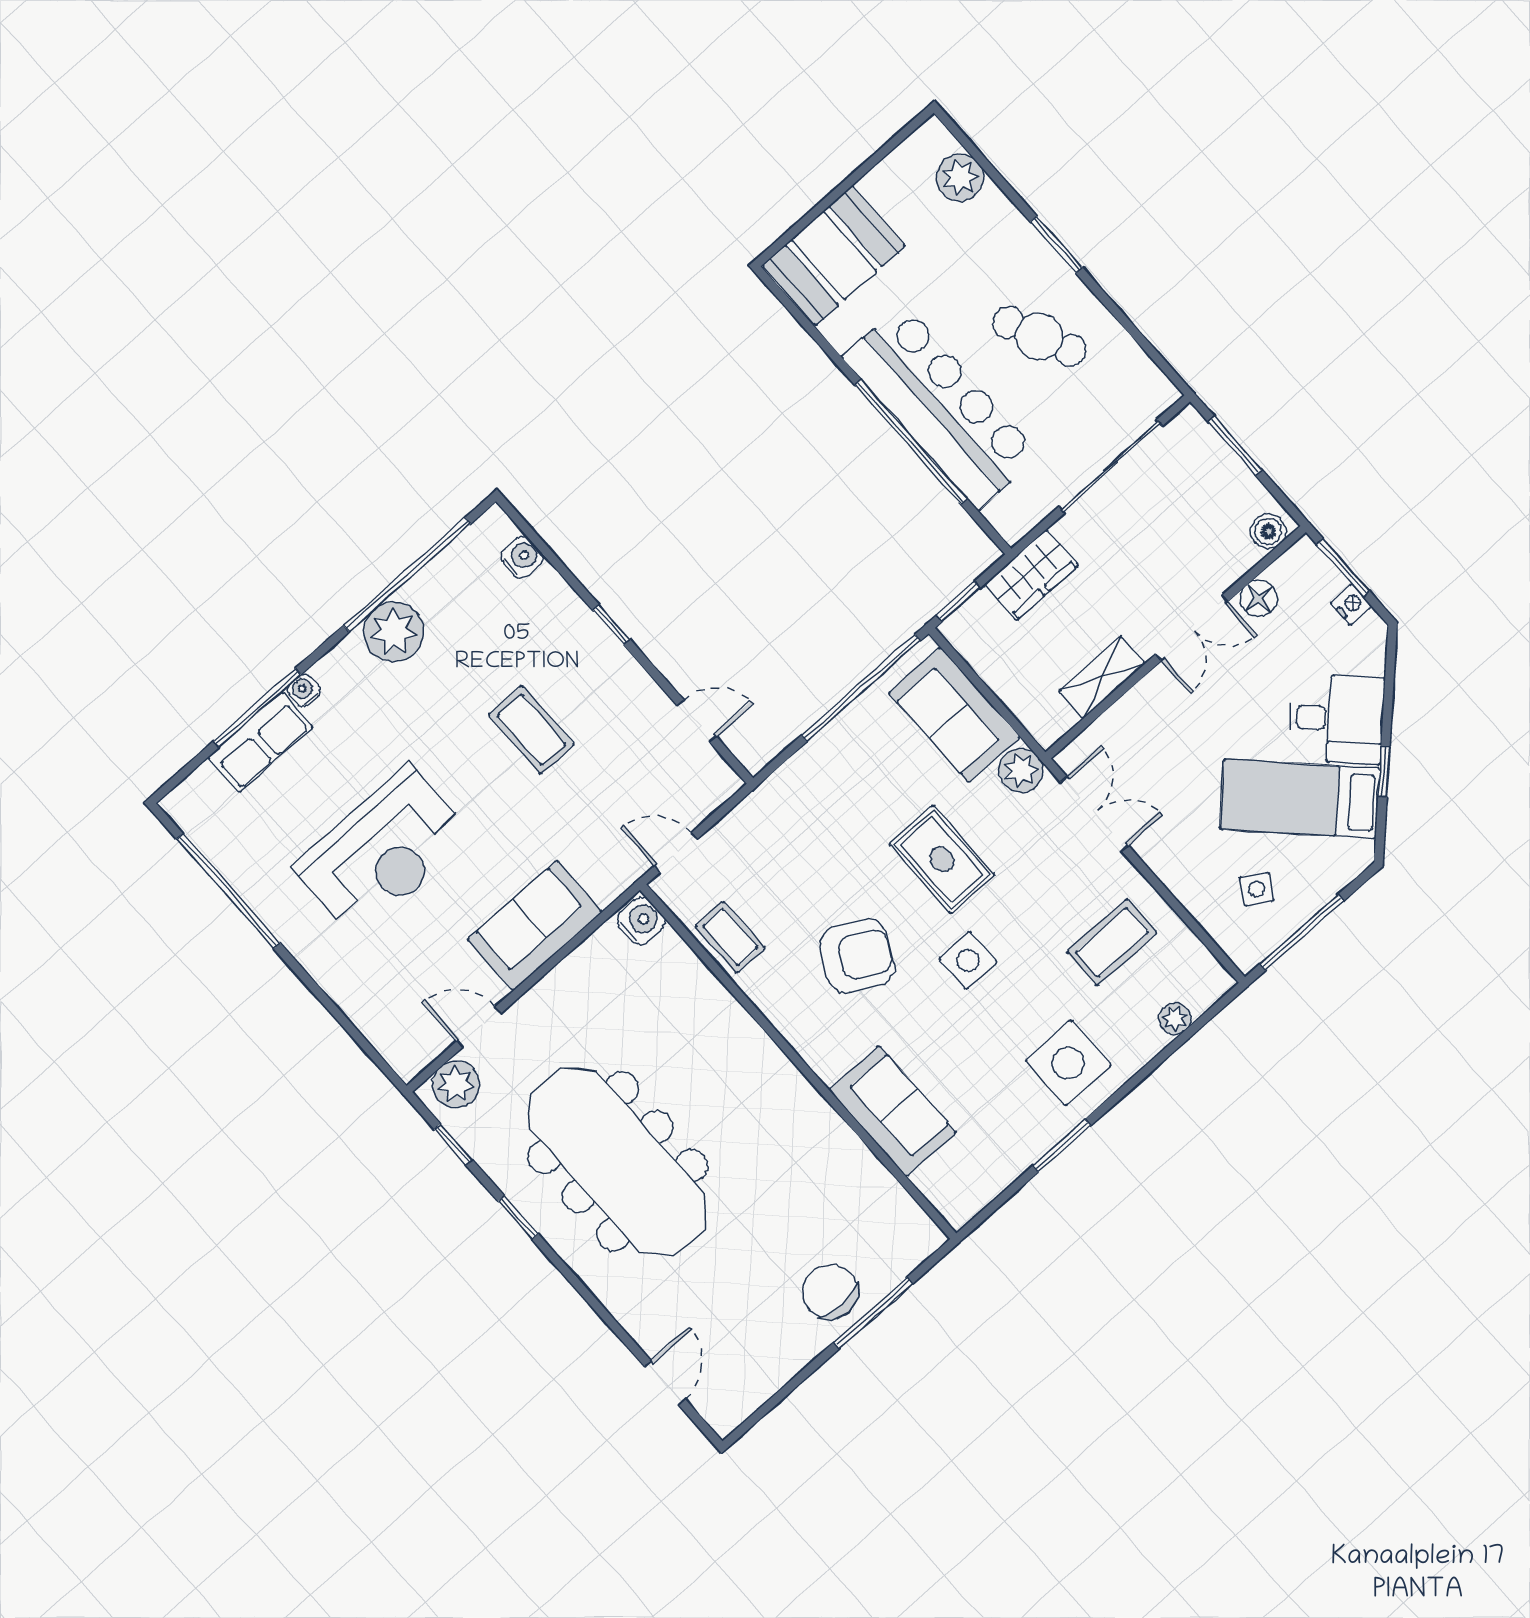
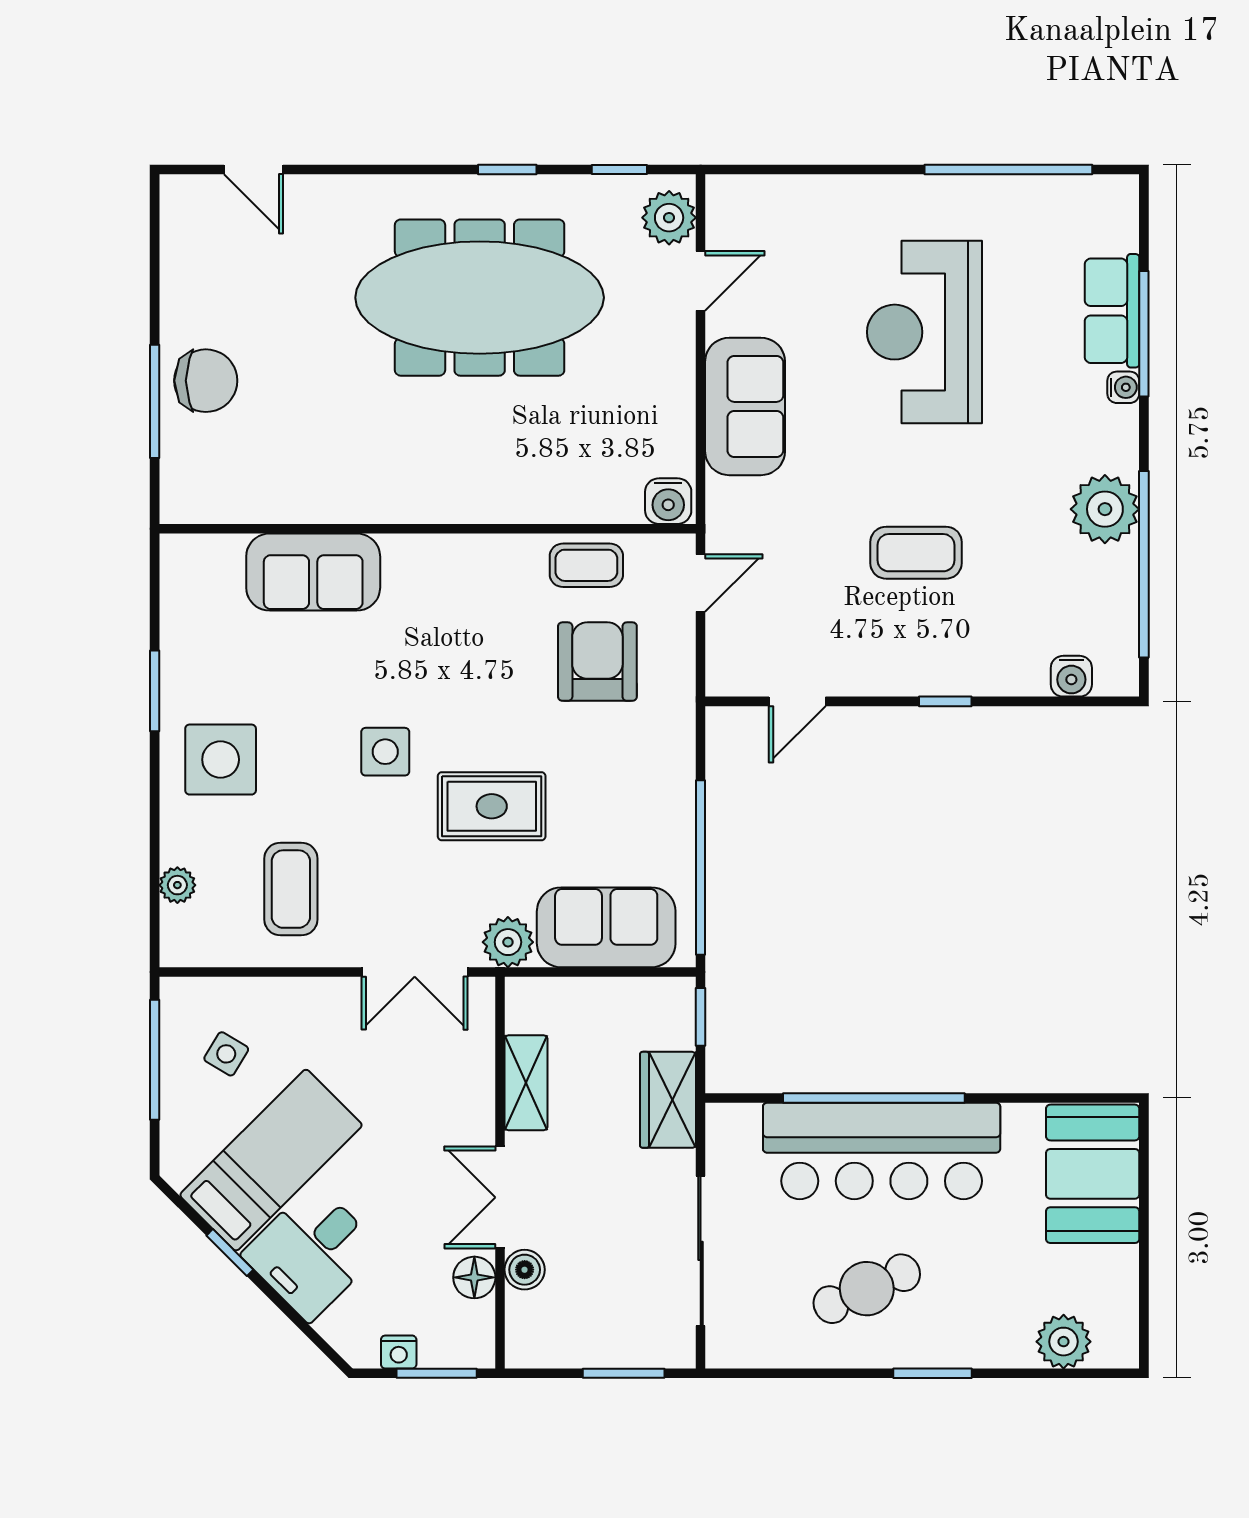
boiler: (1268, 531) -> (525, 1270), moved
armchair: (857, 956) -> (597, 662), moved, turned 152

